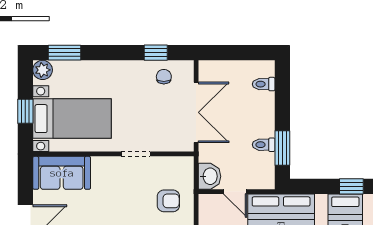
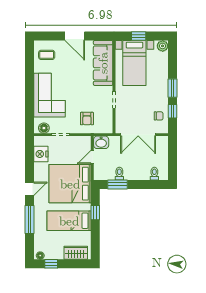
window: (65, 53) -> (172, 88), moved
sofa: (62, 173) -> (103, 63), width x1.36
window: (351, 186) -> (95, 213), moved

